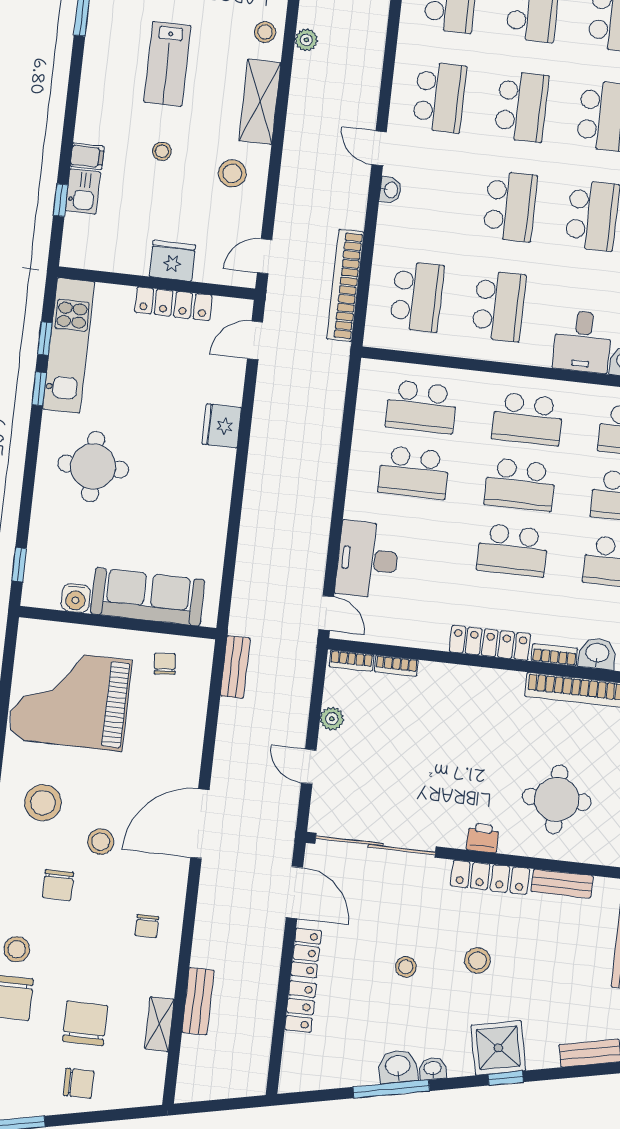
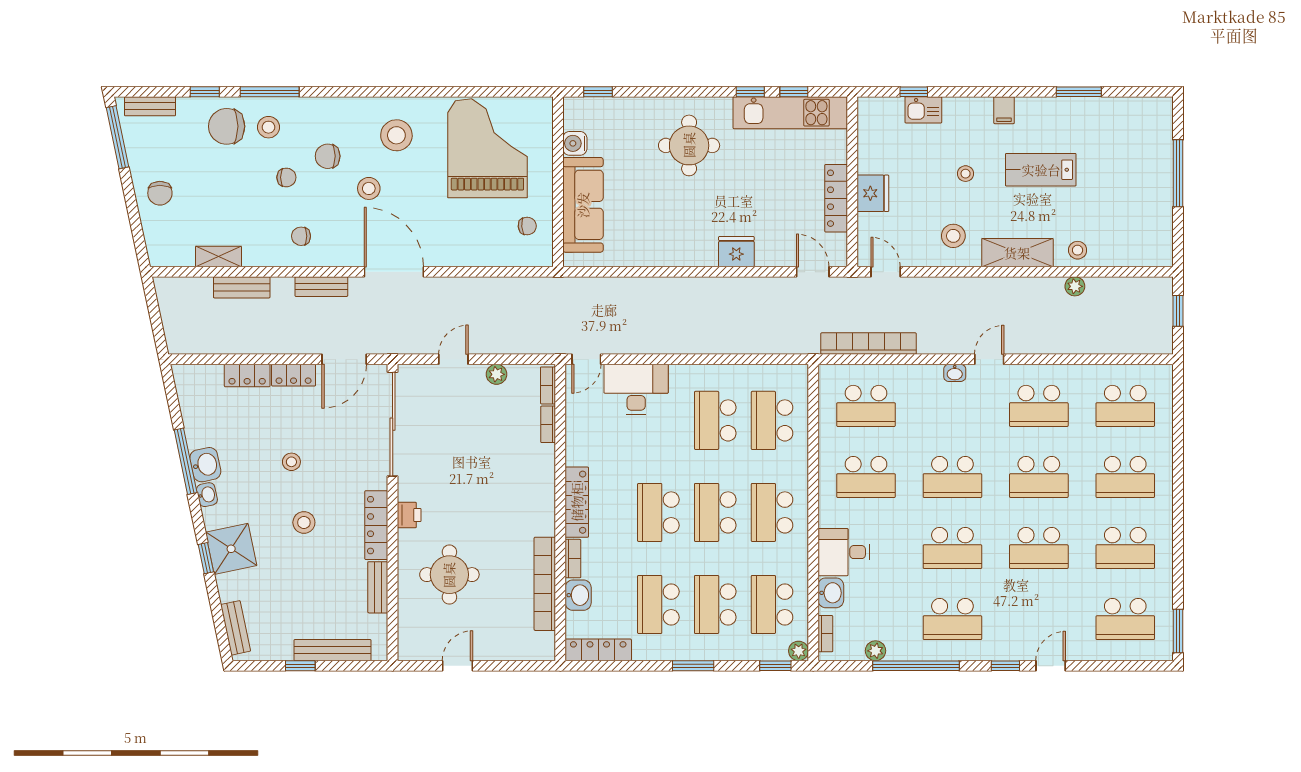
filing cabinet: (87, 156) -> (1004, 110), moved
bench: (235, 667) -> (321, 287), moved
chair: (85, 1023) -> (286, 177), moved, width x0.54, depth x0.54

